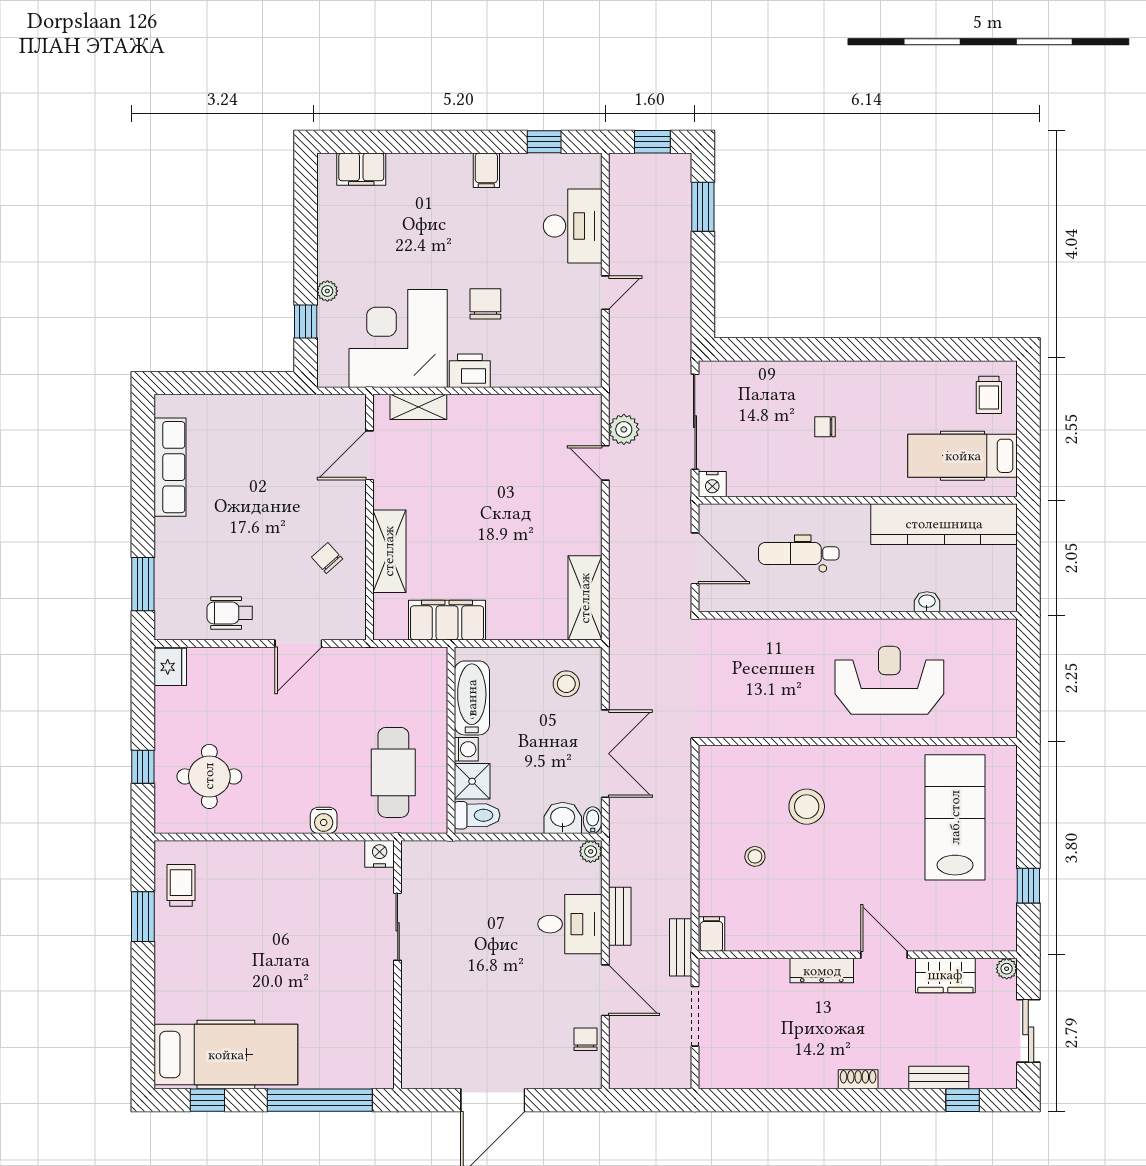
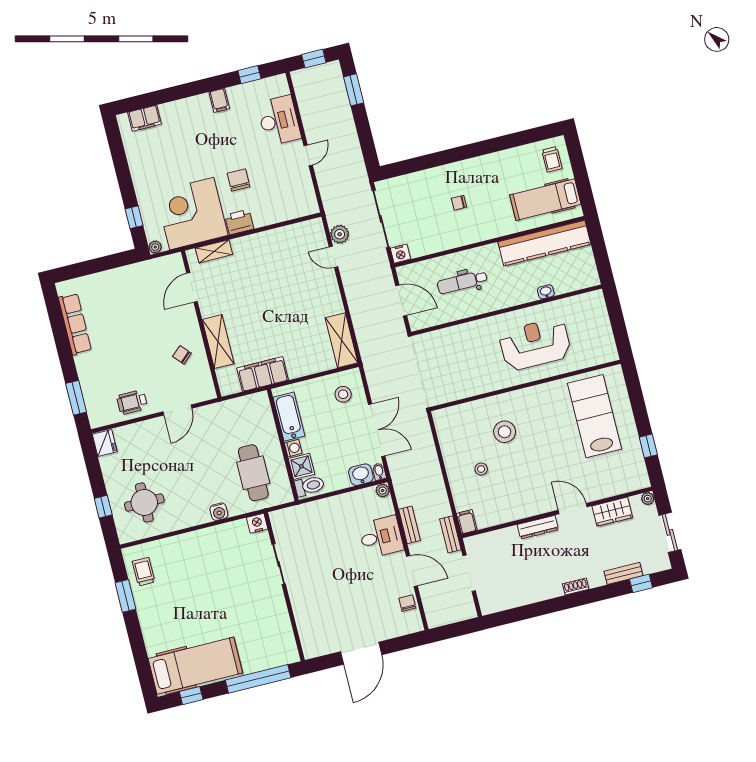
plant: (327, 291) -> (155, 247), moved

